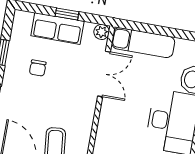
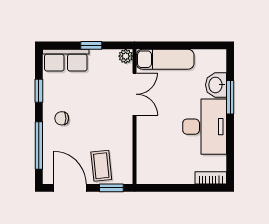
row of seats: (57, 29) -> (66, 60), moved
chair: (38, 68) -> (62, 118), moved, turned 90

